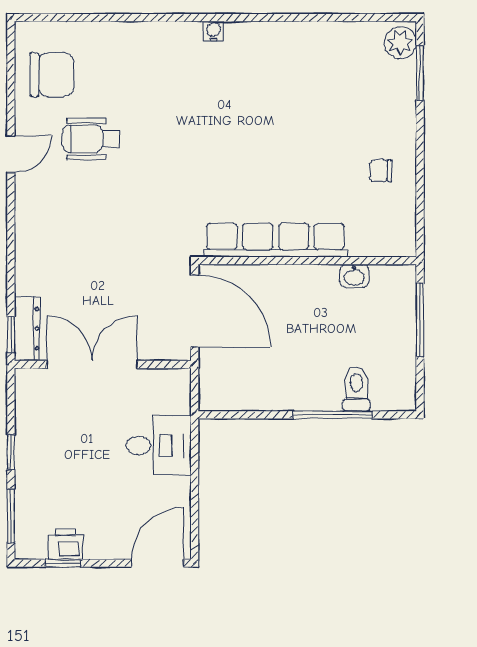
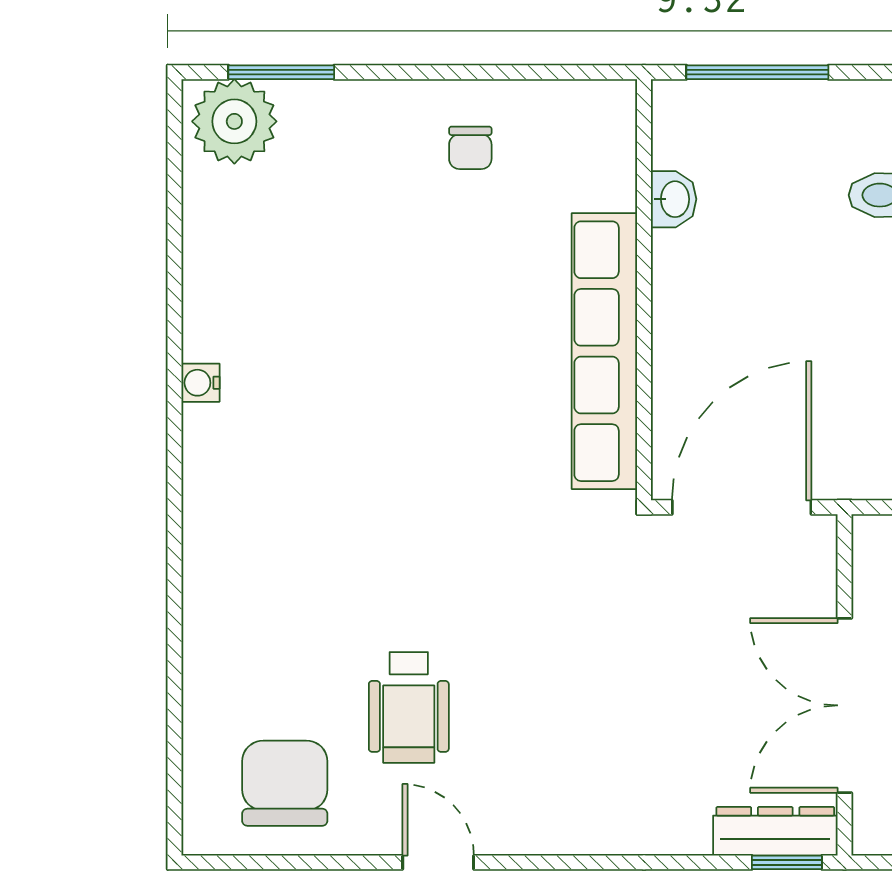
water cooler: (214, 31) -> (200, 383), moved
plant: (400, 43) -> (234, 121), width x1.36, depth x1.36

